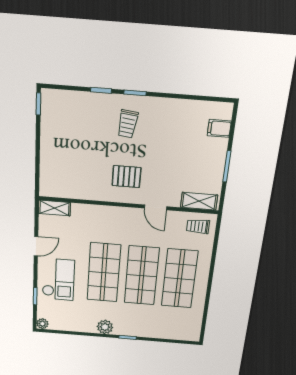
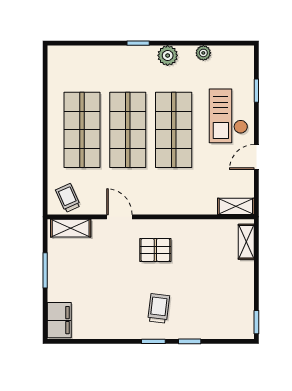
filing cabinet: (219, 128) -> (59, 320), width x2.00
shelving: (46, 177) -> (246, 242), added
trolley: (198, 226) -> (68, 198), turned -114
plant: (42, 324) -> (203, 53), moved

